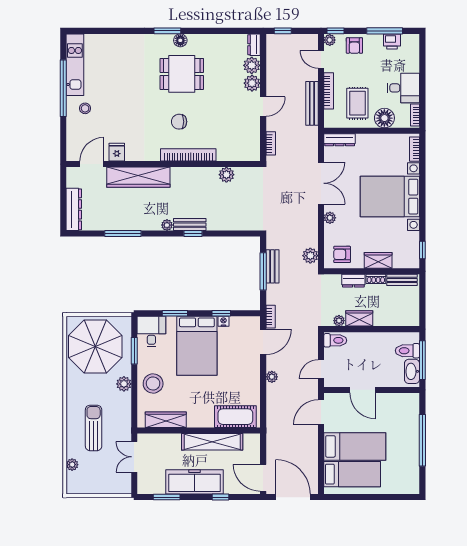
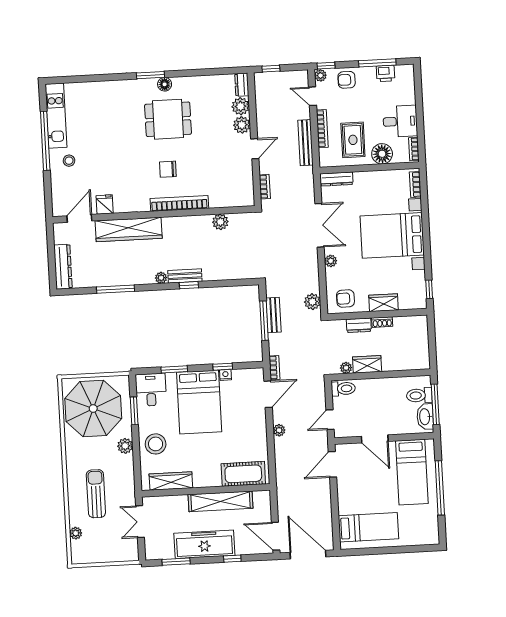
armchair: (354, 45) -> (347, 80), turned 90
bench: (402, 280) -> (409, 322), removed
bed: (355, 446) -> (412, 472), moved, turned 90

